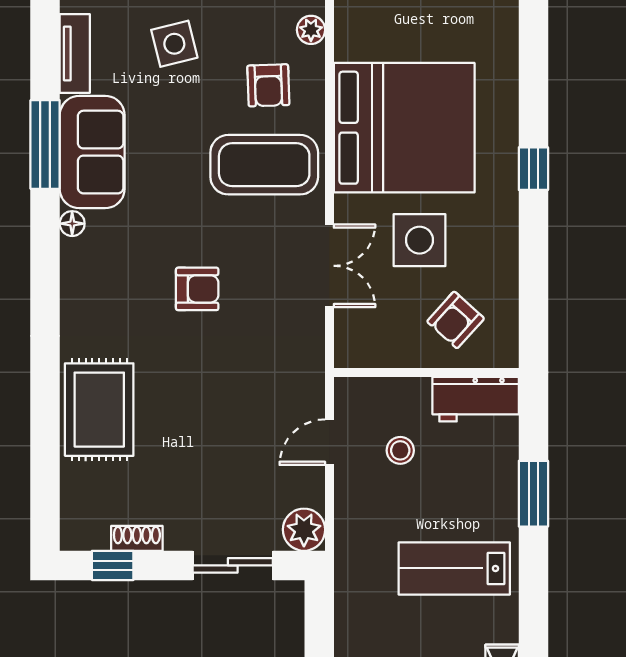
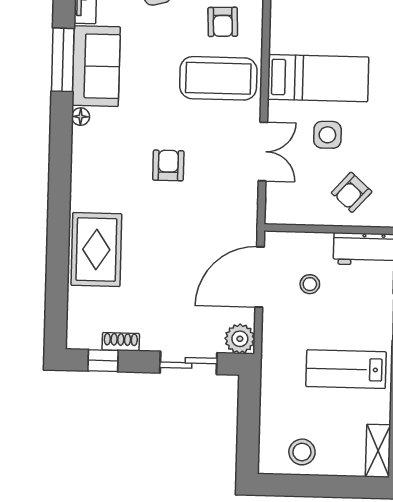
bed: (404, 128) -> (318, 78), width x0.49
side table: (419, 240) -> (327, 135), width x0.73, depth x0.73
armchair: (197, 289) -> (168, 165), turned -90
door: (329, 442) -> (260, 277), width x1.87

